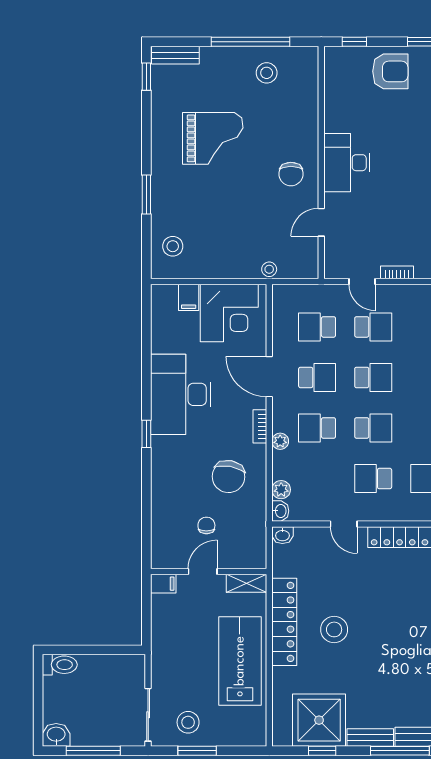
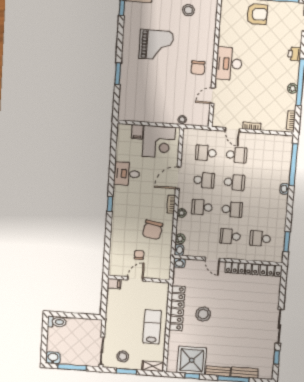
stool: (173, 246) -> (130, 103), removed
door: (269, 377) -> (178, 178), hinge flipped
desk: (181, 394) -> (127, 174), width x0.53, depth x0.77
shelving: (247, 583) -> (153, 366), moved
lab bench: (240, 661) -> (152, 327), width x0.73, depth x0.72

